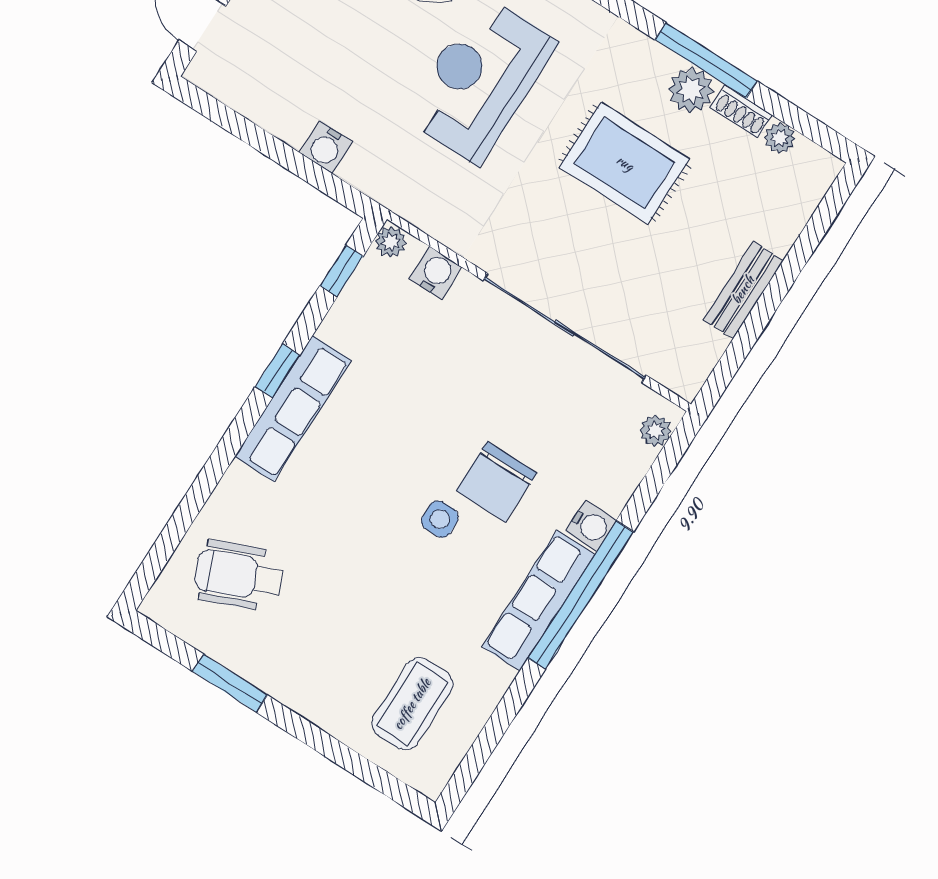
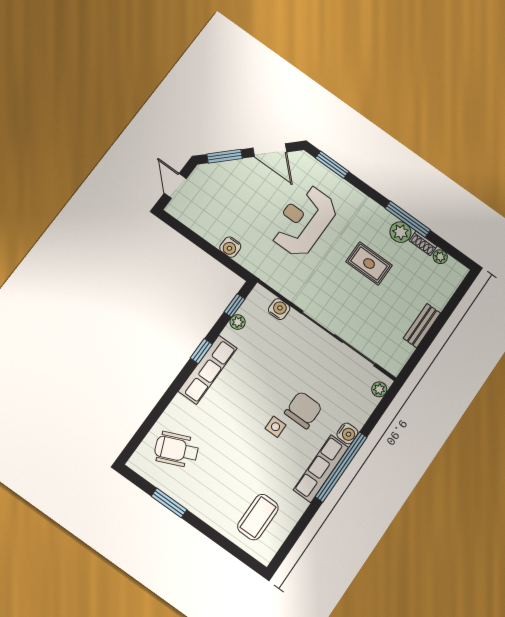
rug: (625, 163) -> (369, 263), width x0.73, depth x0.70
plant: (391, 242) -> (238, 322), moved
chair: (496, 482) -> (303, 410), turned 180

